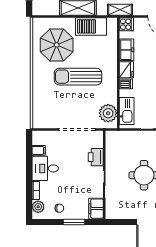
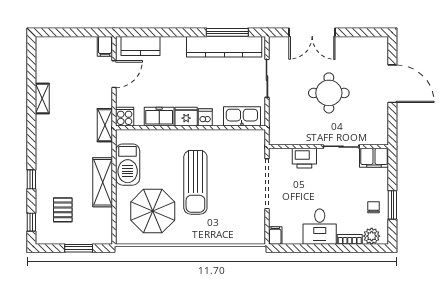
plant: (108, 113) -> (245, 141), removed
filing cabinet: (39, 150) -> (275, 235), moved
window: (74, 222) -> (392, 205), moved

